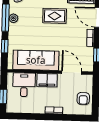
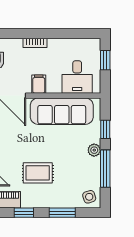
plant: (13, 18) -> (94, 150), moved
filing cabinet: (47, 80) -> (39, 84), width x0.50

